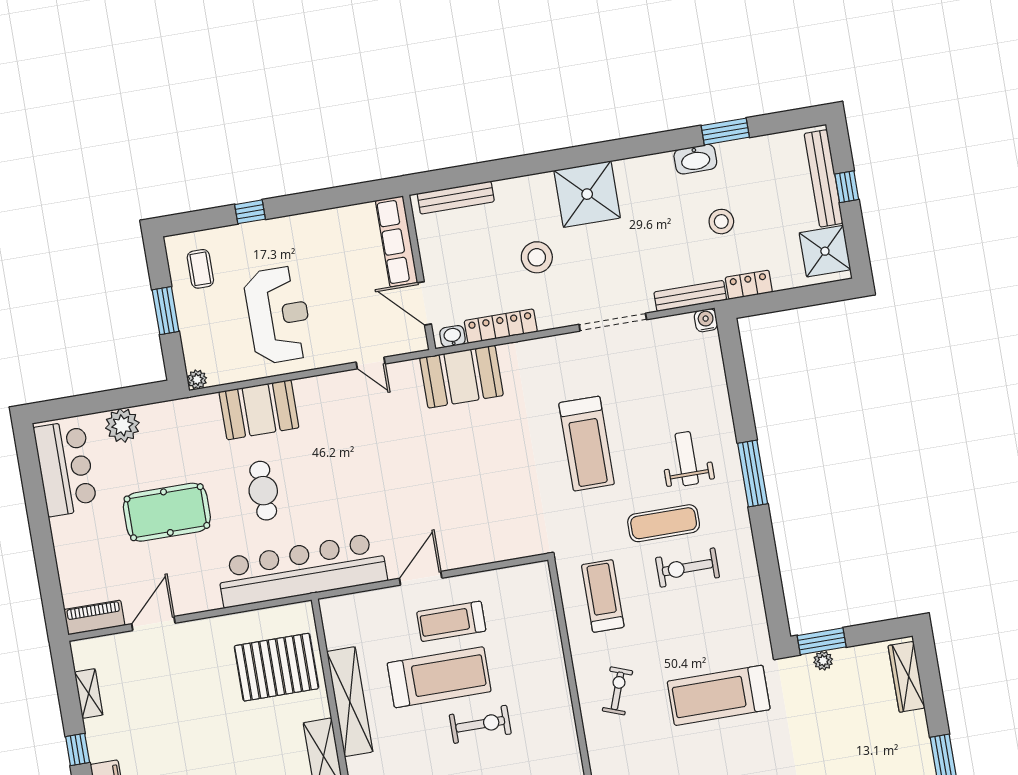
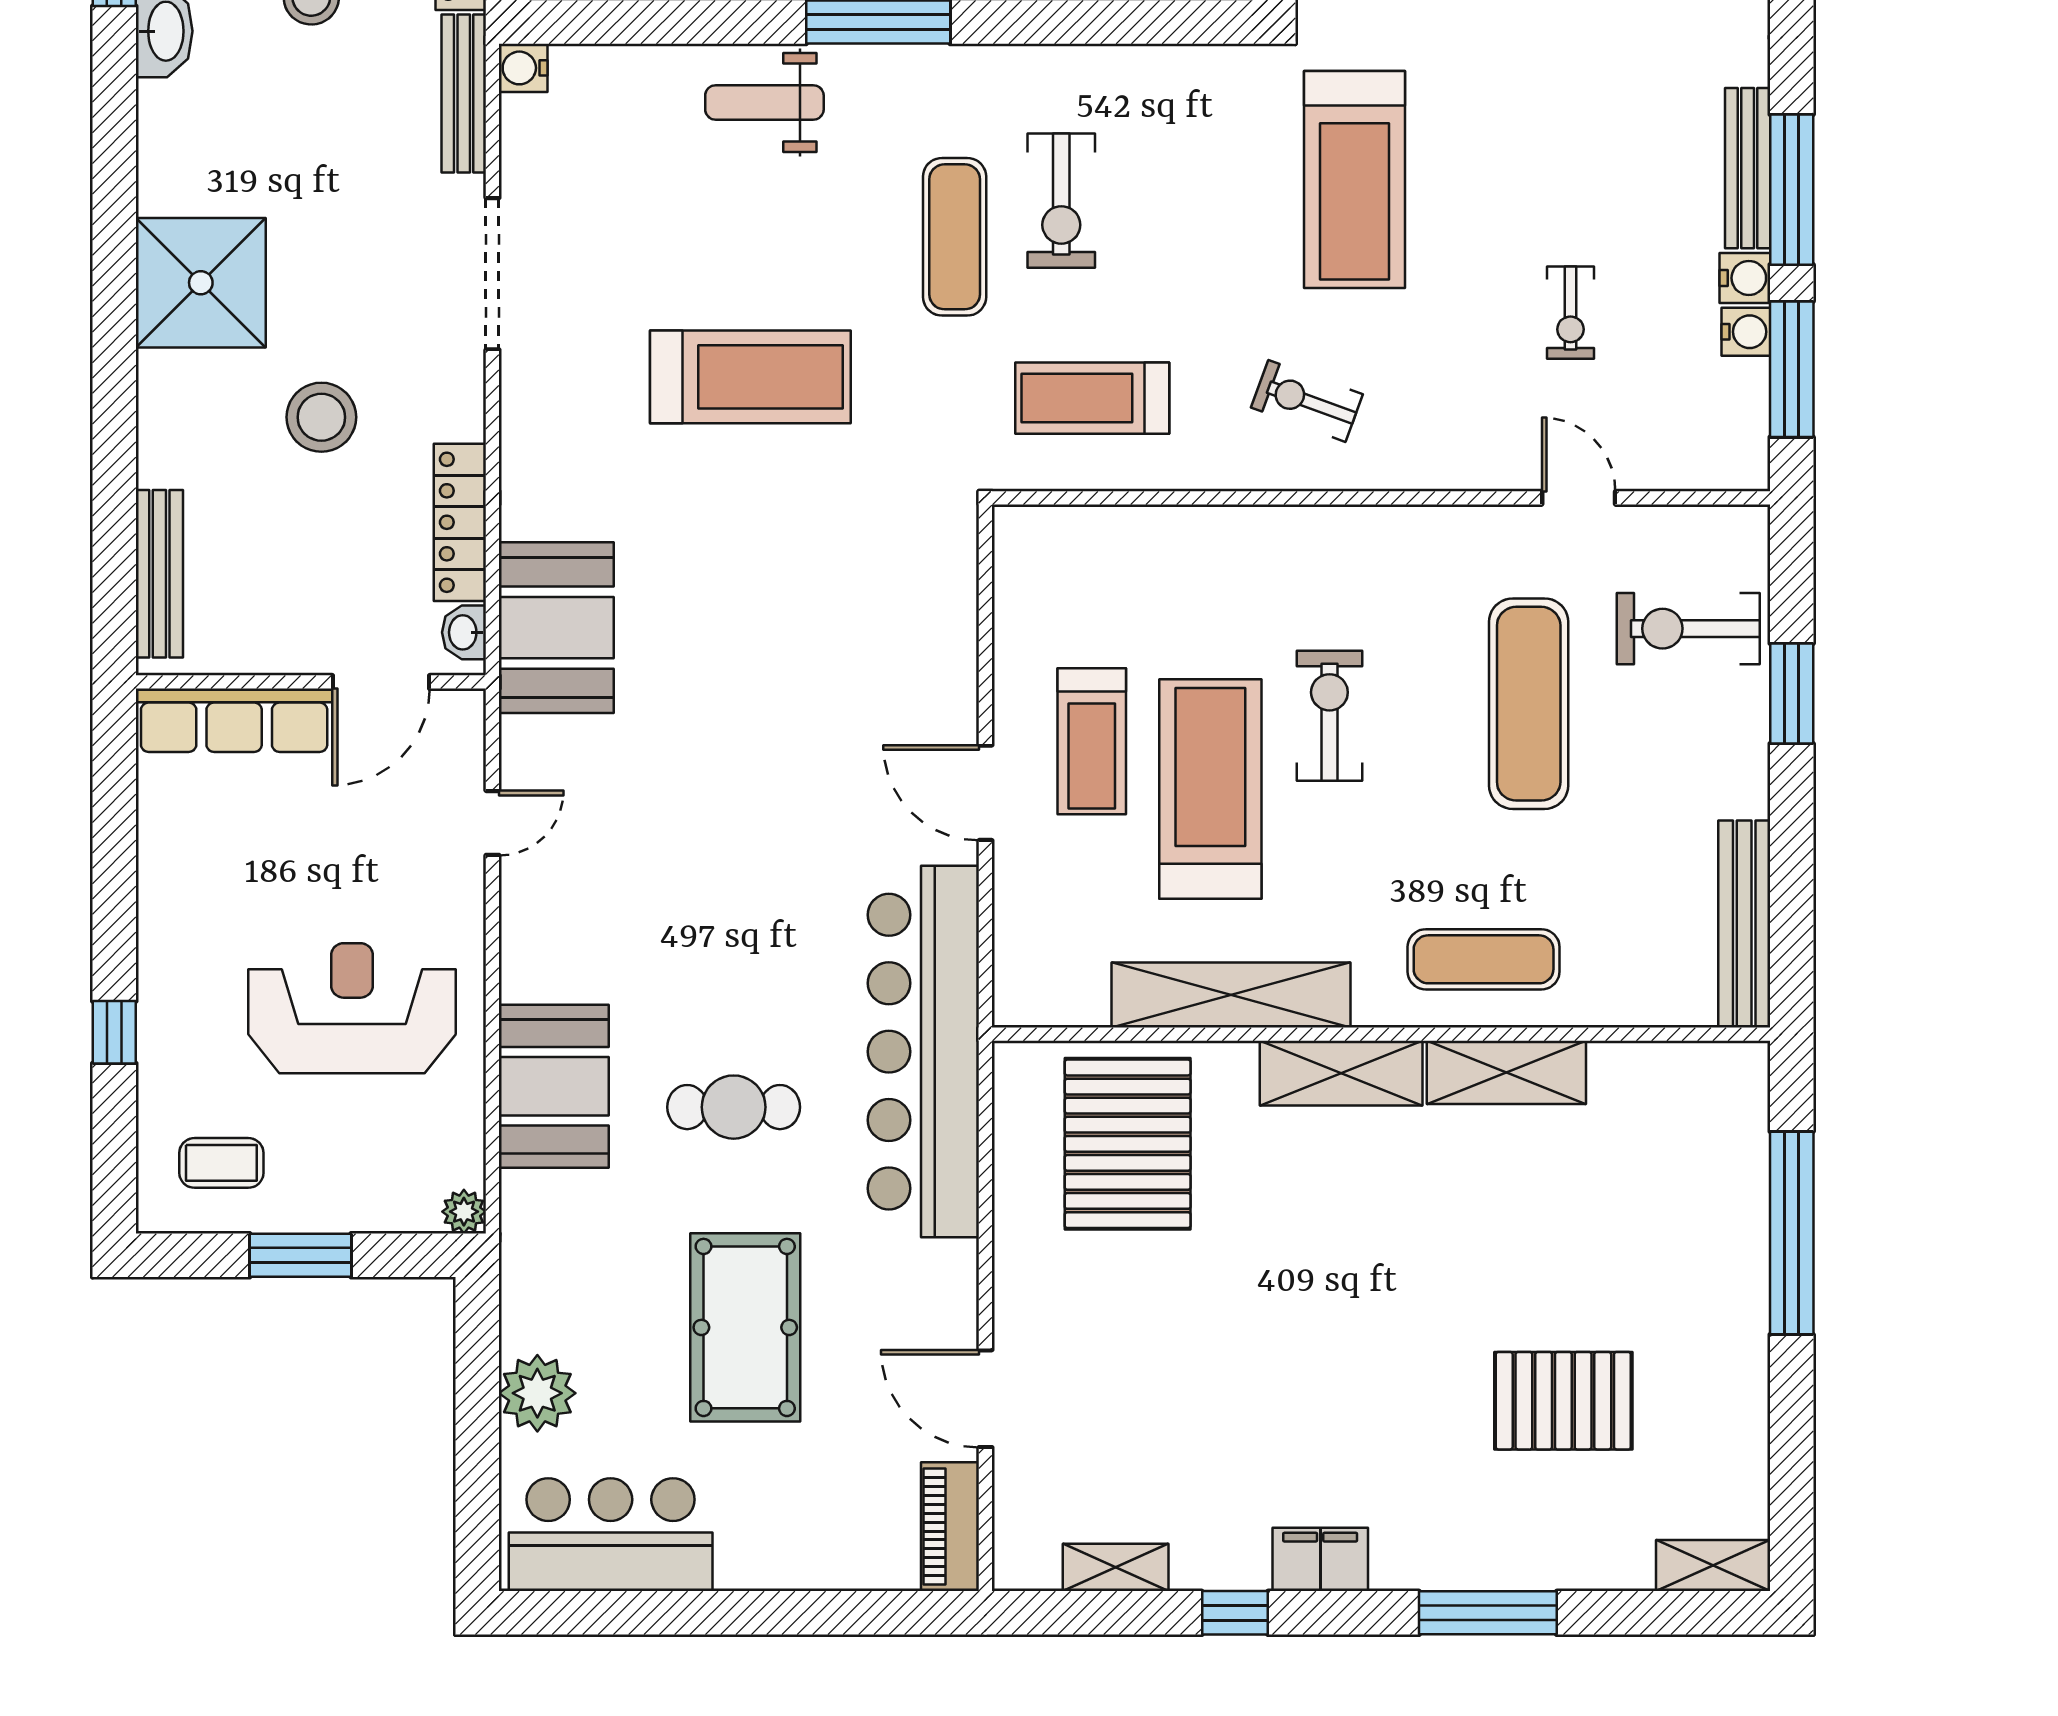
weight bench: (687, 459) -> (764, 102), moved

